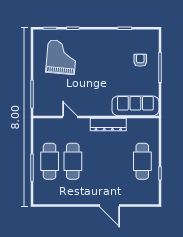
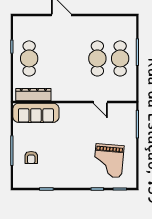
dresser: (108, 124) -> (33, 95), moved

